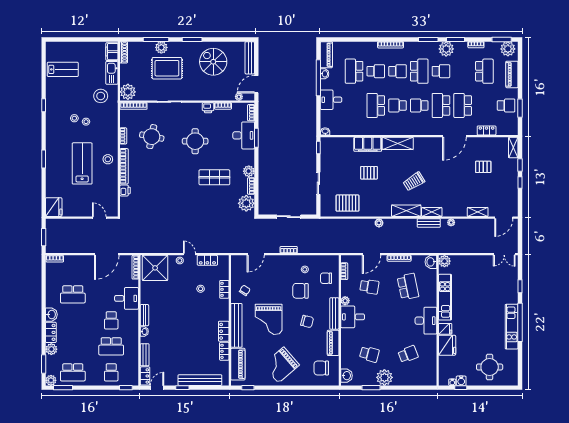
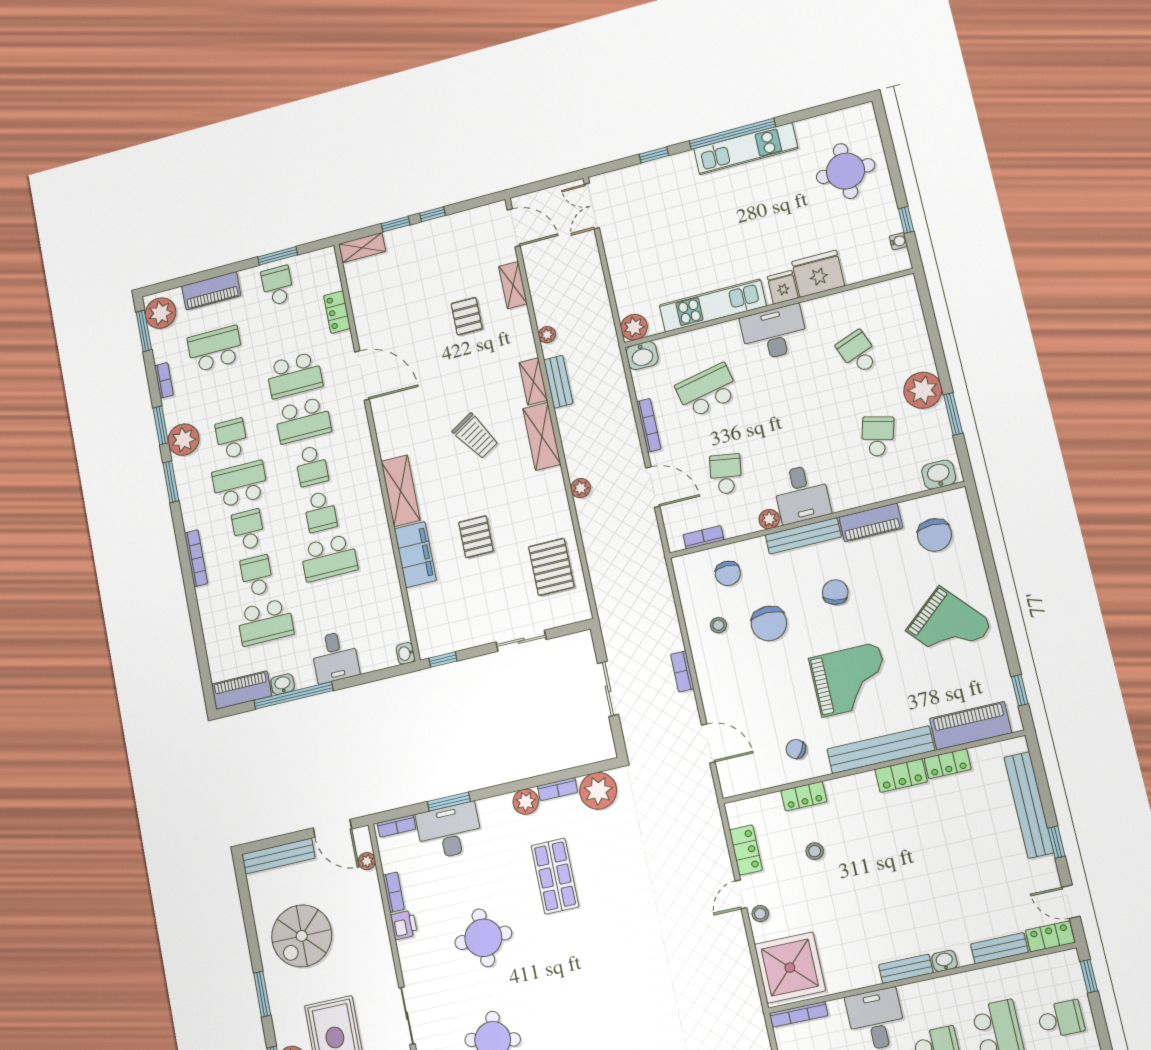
pallet: (483, 167) -> (467, 316), moved
double door: (504, 254) -> (592, 206), swing flipped
water cooler: (461, 381) -> (891, 223), removed

